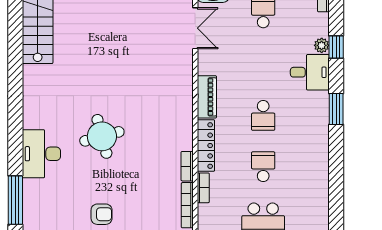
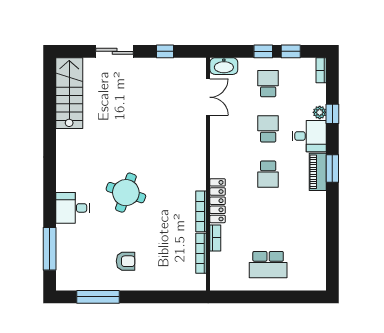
piano: (207, 97) -> (318, 172), moved, turned 180
round table: (102, 136) -> (126, 193), turned 34
desk: (41, 154) -> (73, 208), width x0.73
bookcase: (187, 166) -> (201, 211), width x1.56
school desk: (263, 167) -> (268, 129), moved

